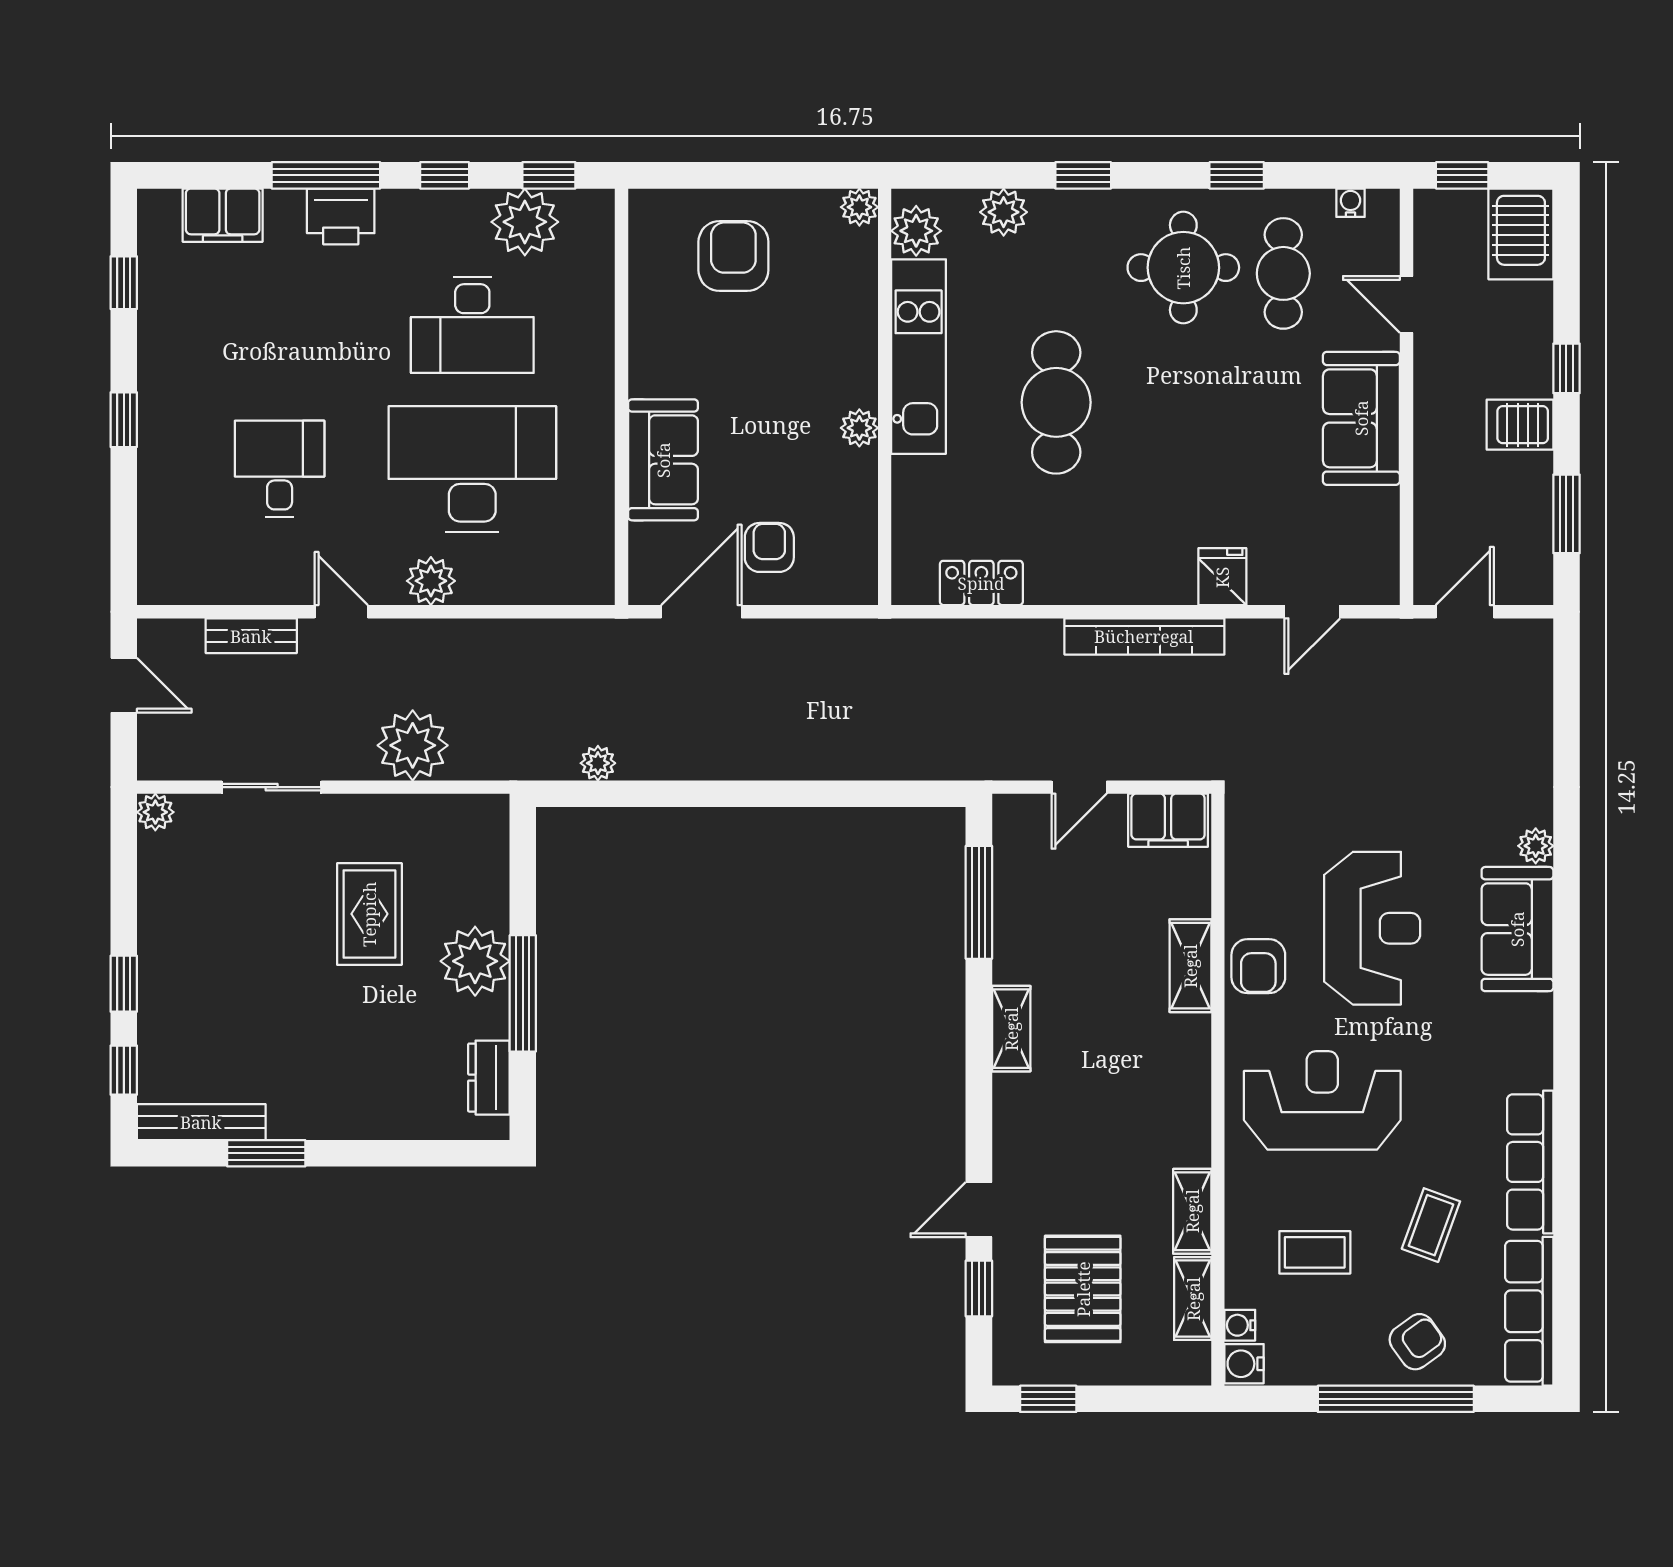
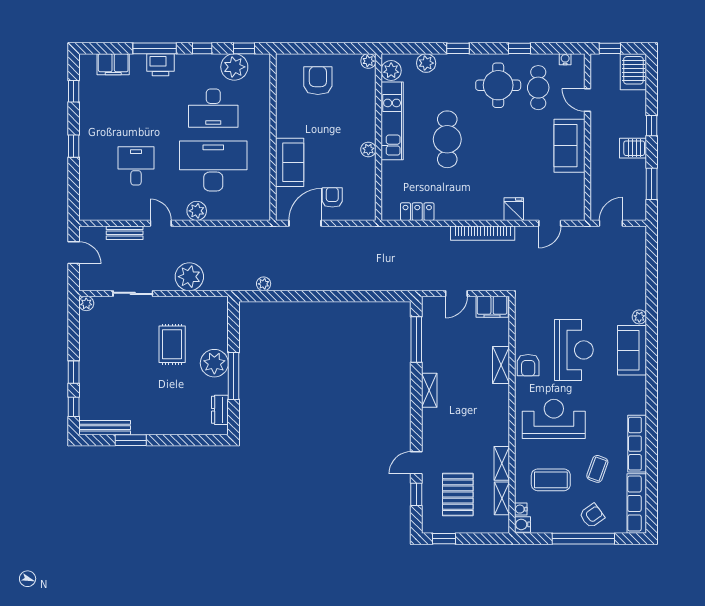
coffee table: (1315, 1252) -> (551, 480), width x1.36, depth x1.30

